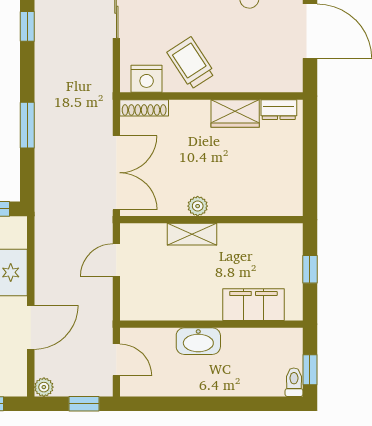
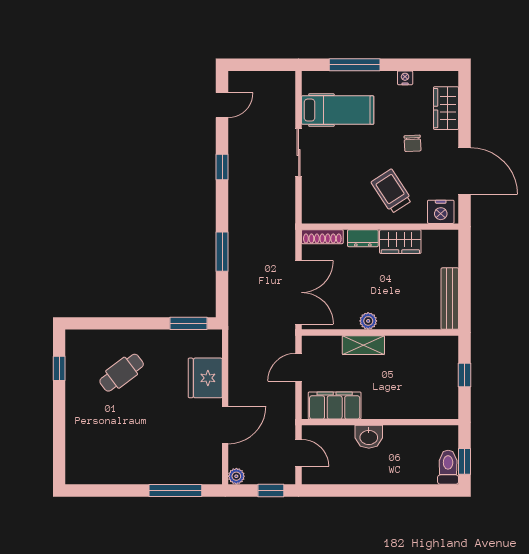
trolley: (191, 63) -> (392, 191), moved
nightstand: (147, 79) -> (441, 212), moved
dresser: (279, 110) -> (363, 238), moved
bench: (293, 180) -> (450, 299), added
filing cabinet: (253, 305) -> (335, 405), moved
washbasin: (198, 341) -> (369, 437), width x0.72
toilet: (294, 382) -> (448, 467), width x1.37, depth x1.39

